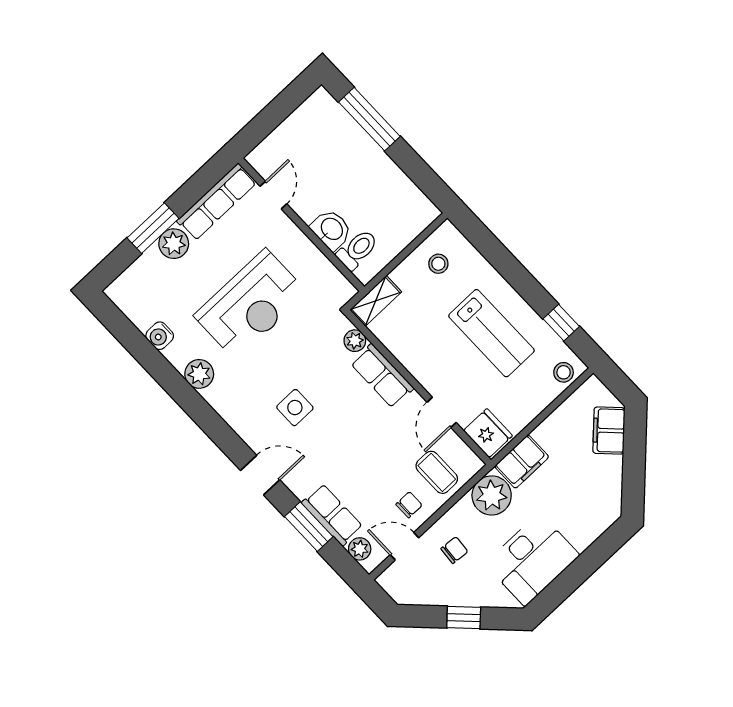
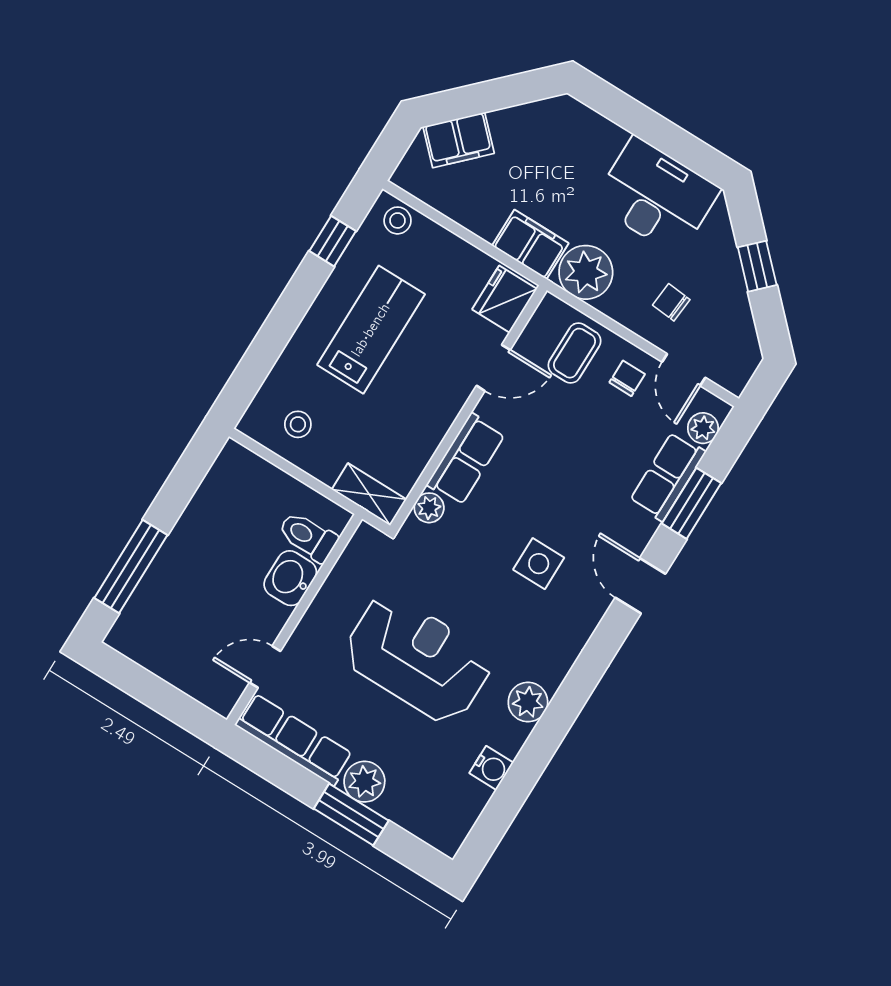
chair: (409, 505) -> (627, 378), turned 90

